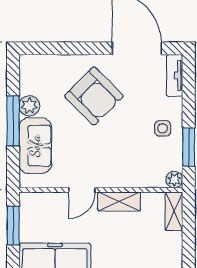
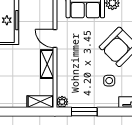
side table: (163, 128) -> (109, 81), moved

